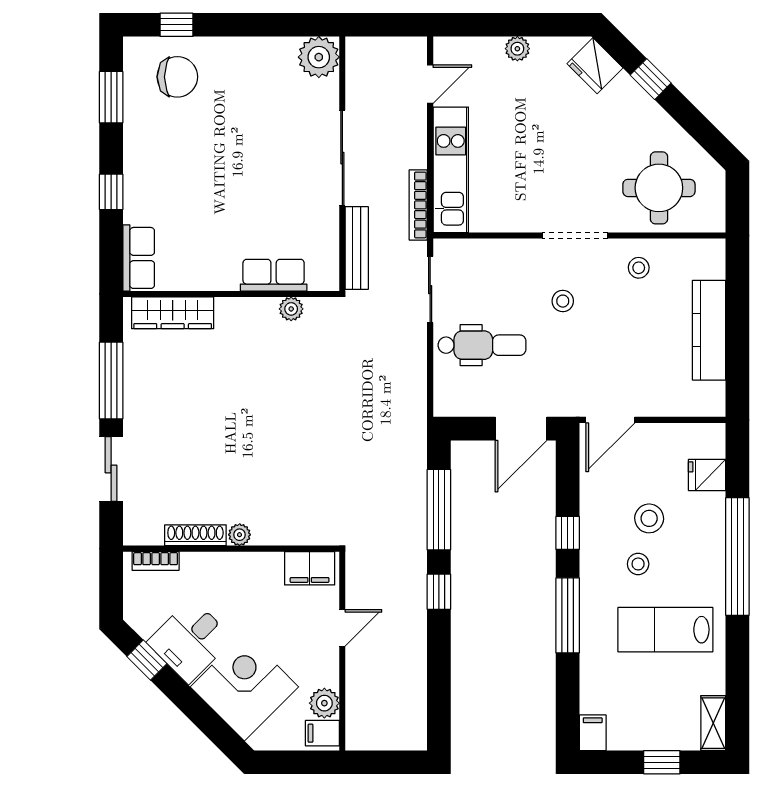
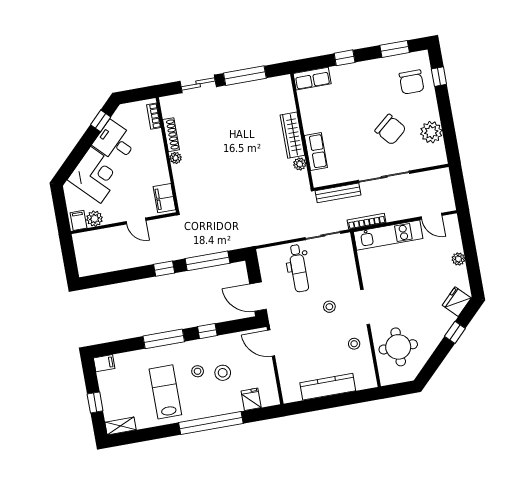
plant: (319, 57) -> (431, 132), moved
chair: (258, 131) -> (390, 130), added
wardrobe: (173, 313) -> (292, 135), moved

